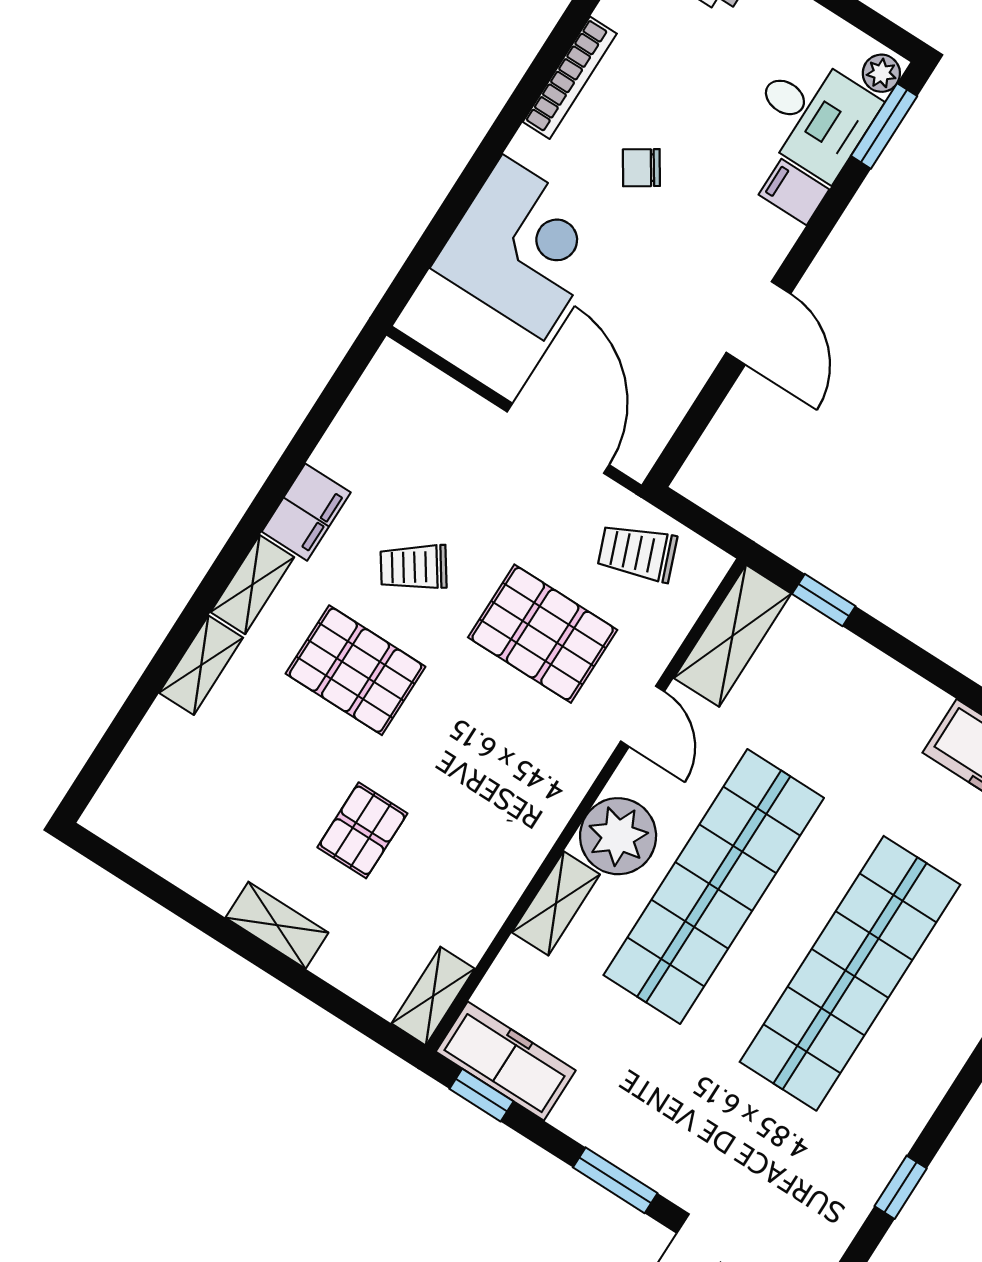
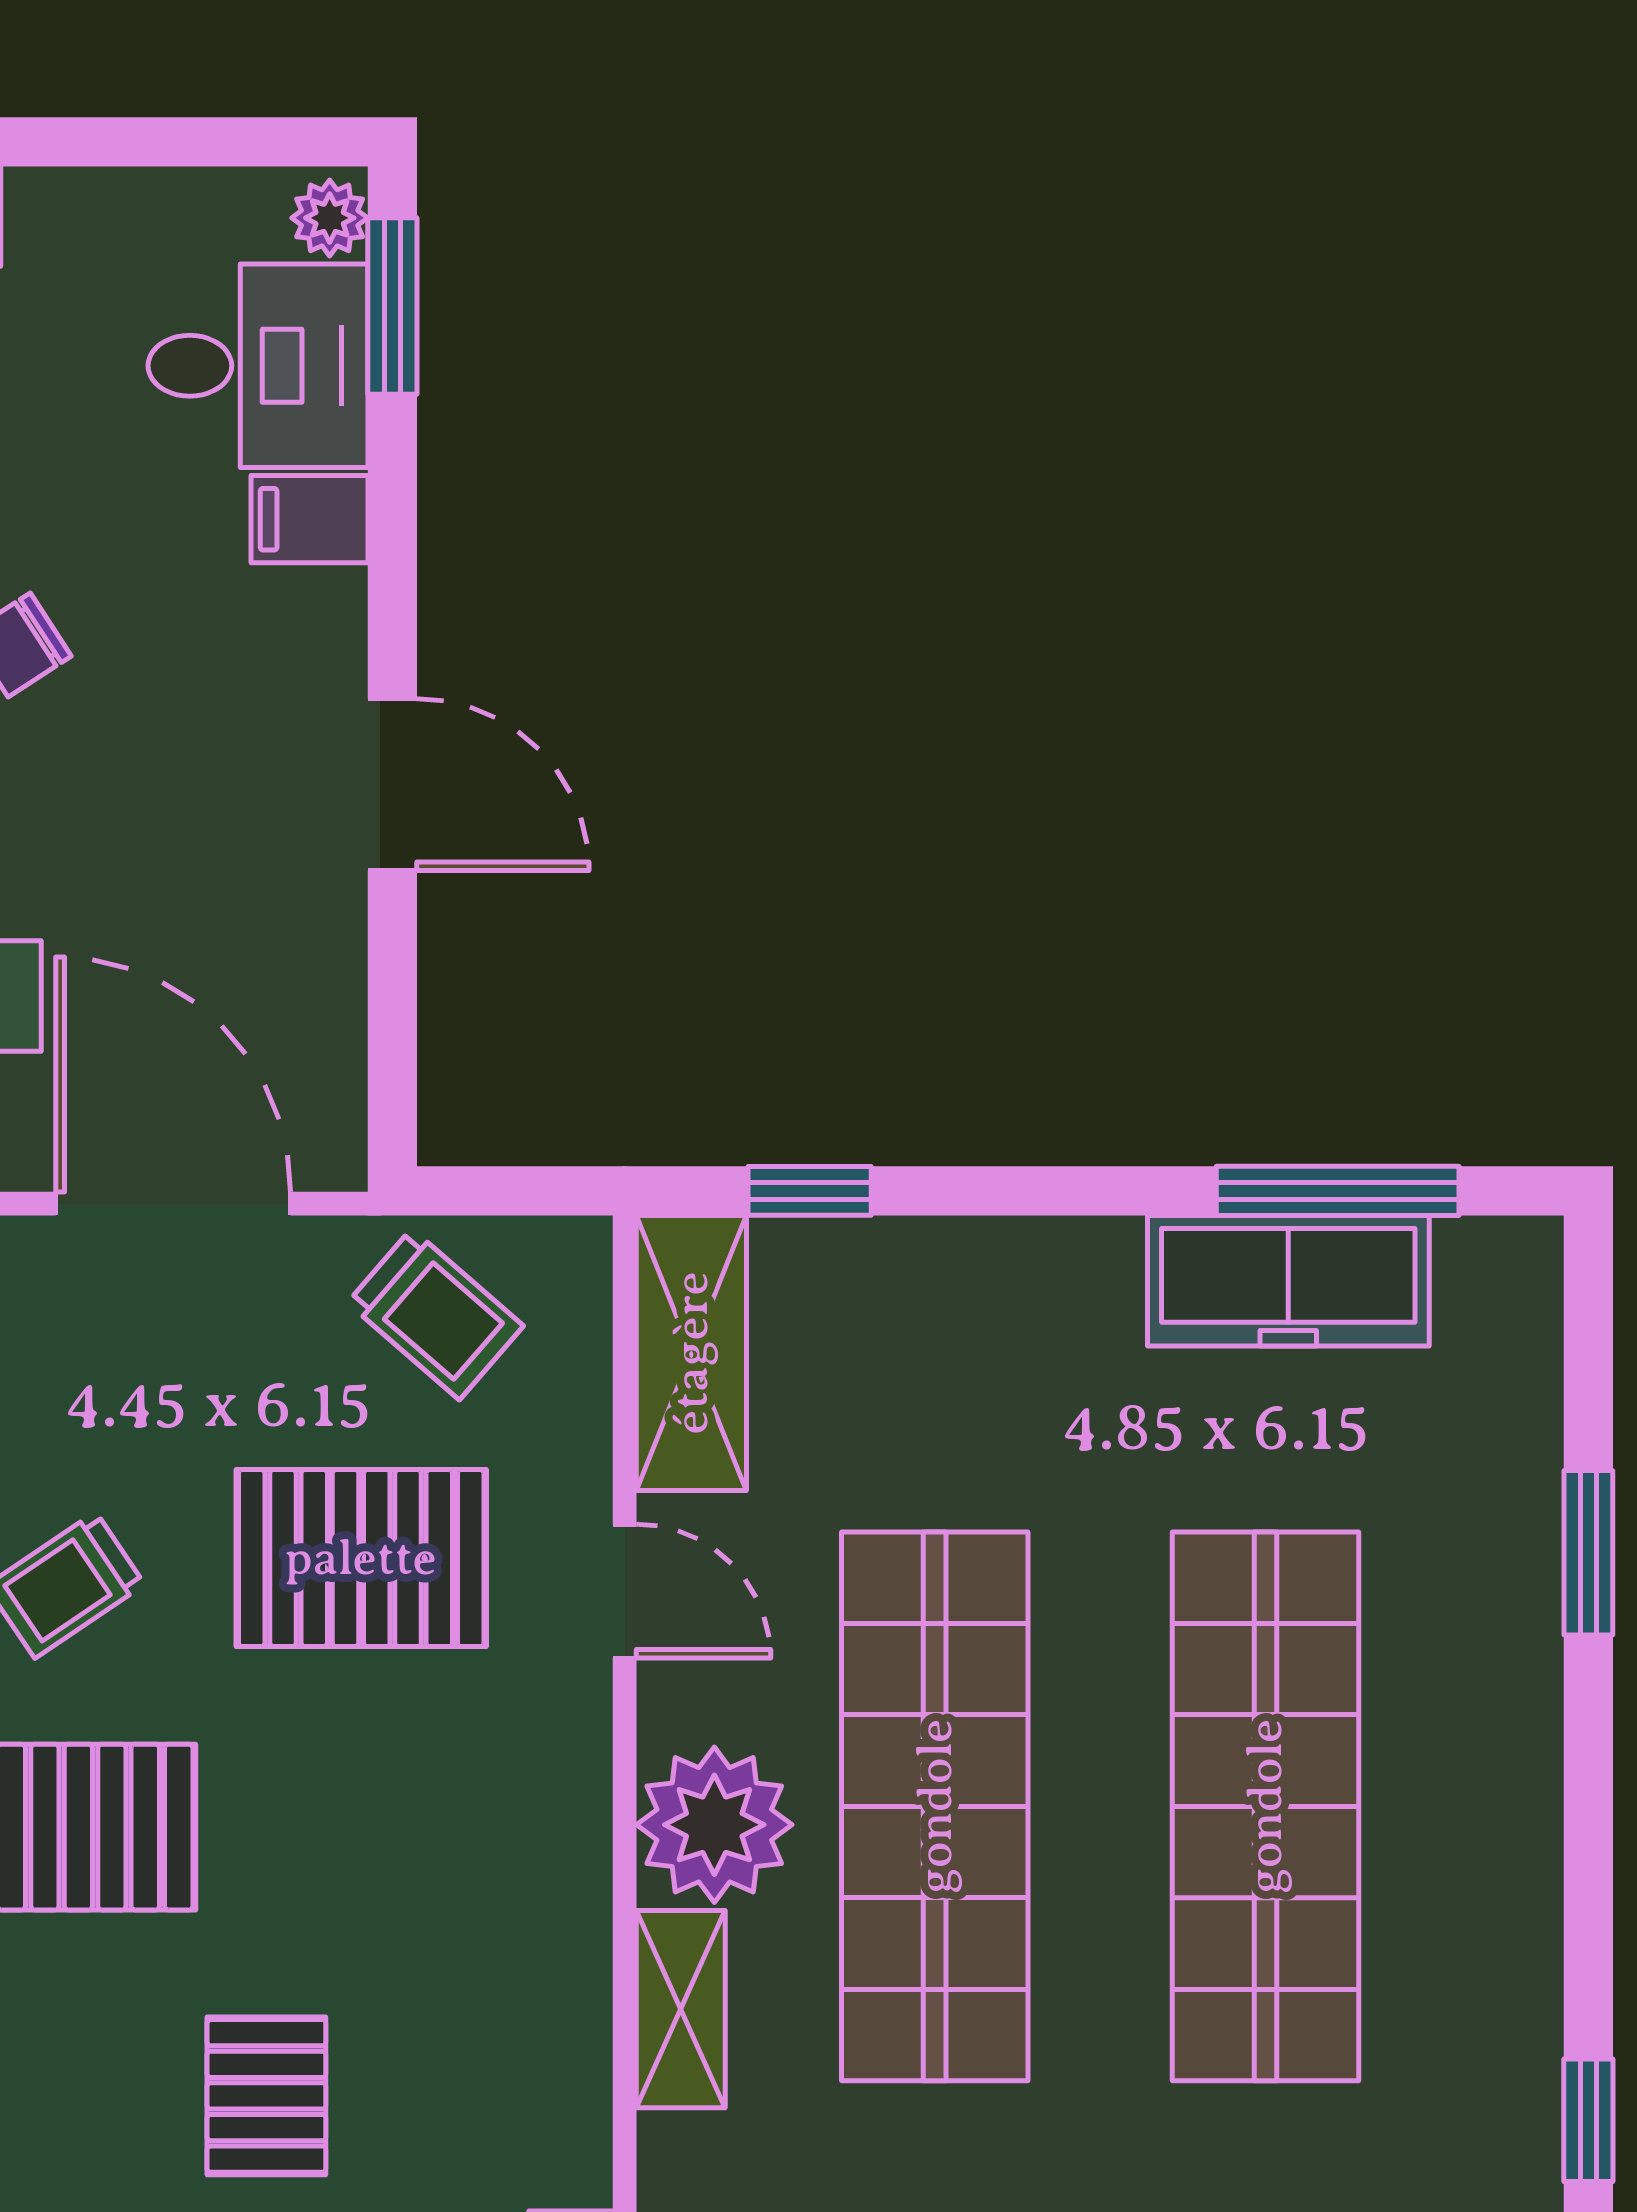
trolley: (637, 553) -> (435, 1314), turned -118

